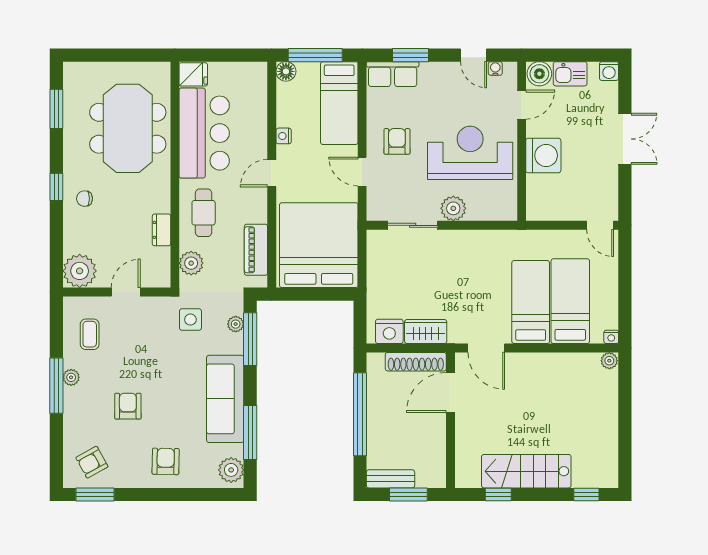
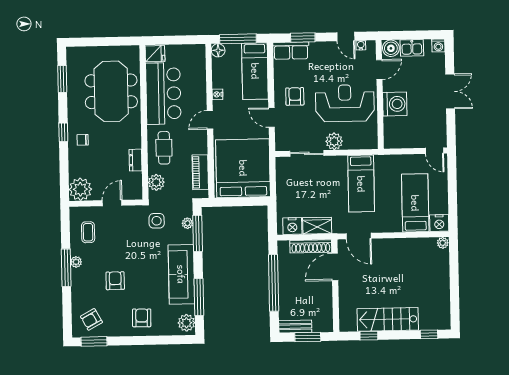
bed: (531, 302) -> (361, 184), moved, turned 180
nightstand: (611, 337) -> (439, 223), width x1.89, depth x1.79

